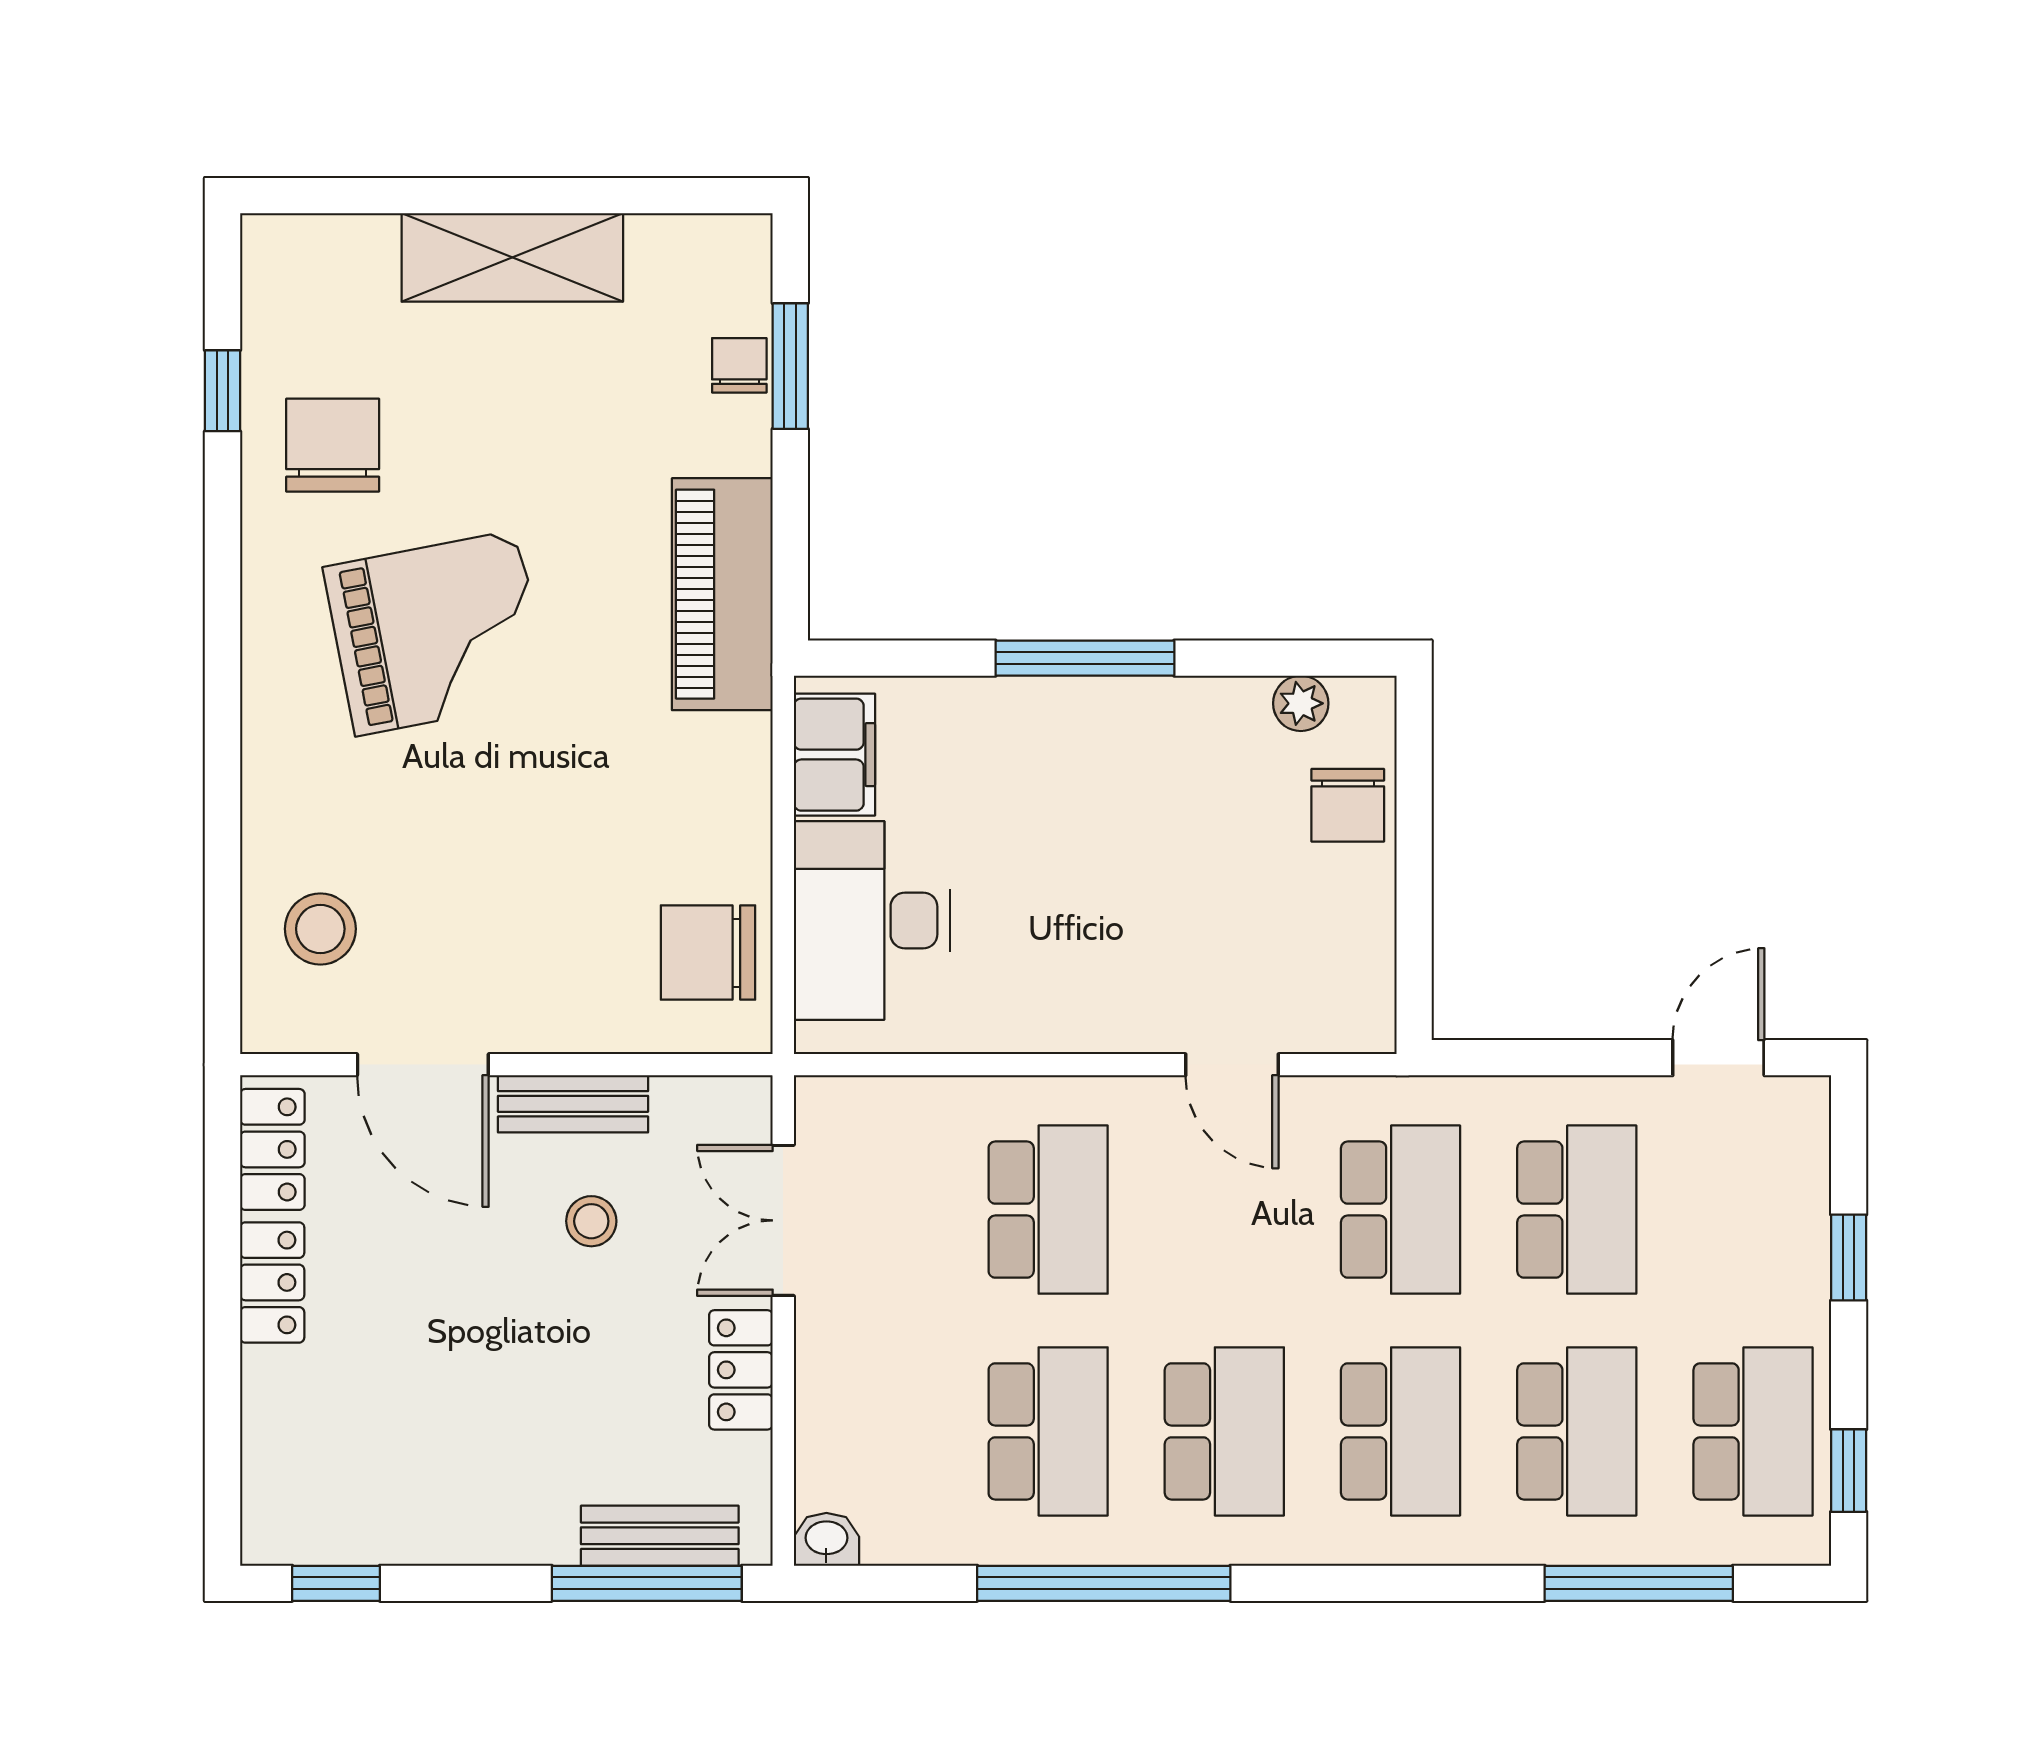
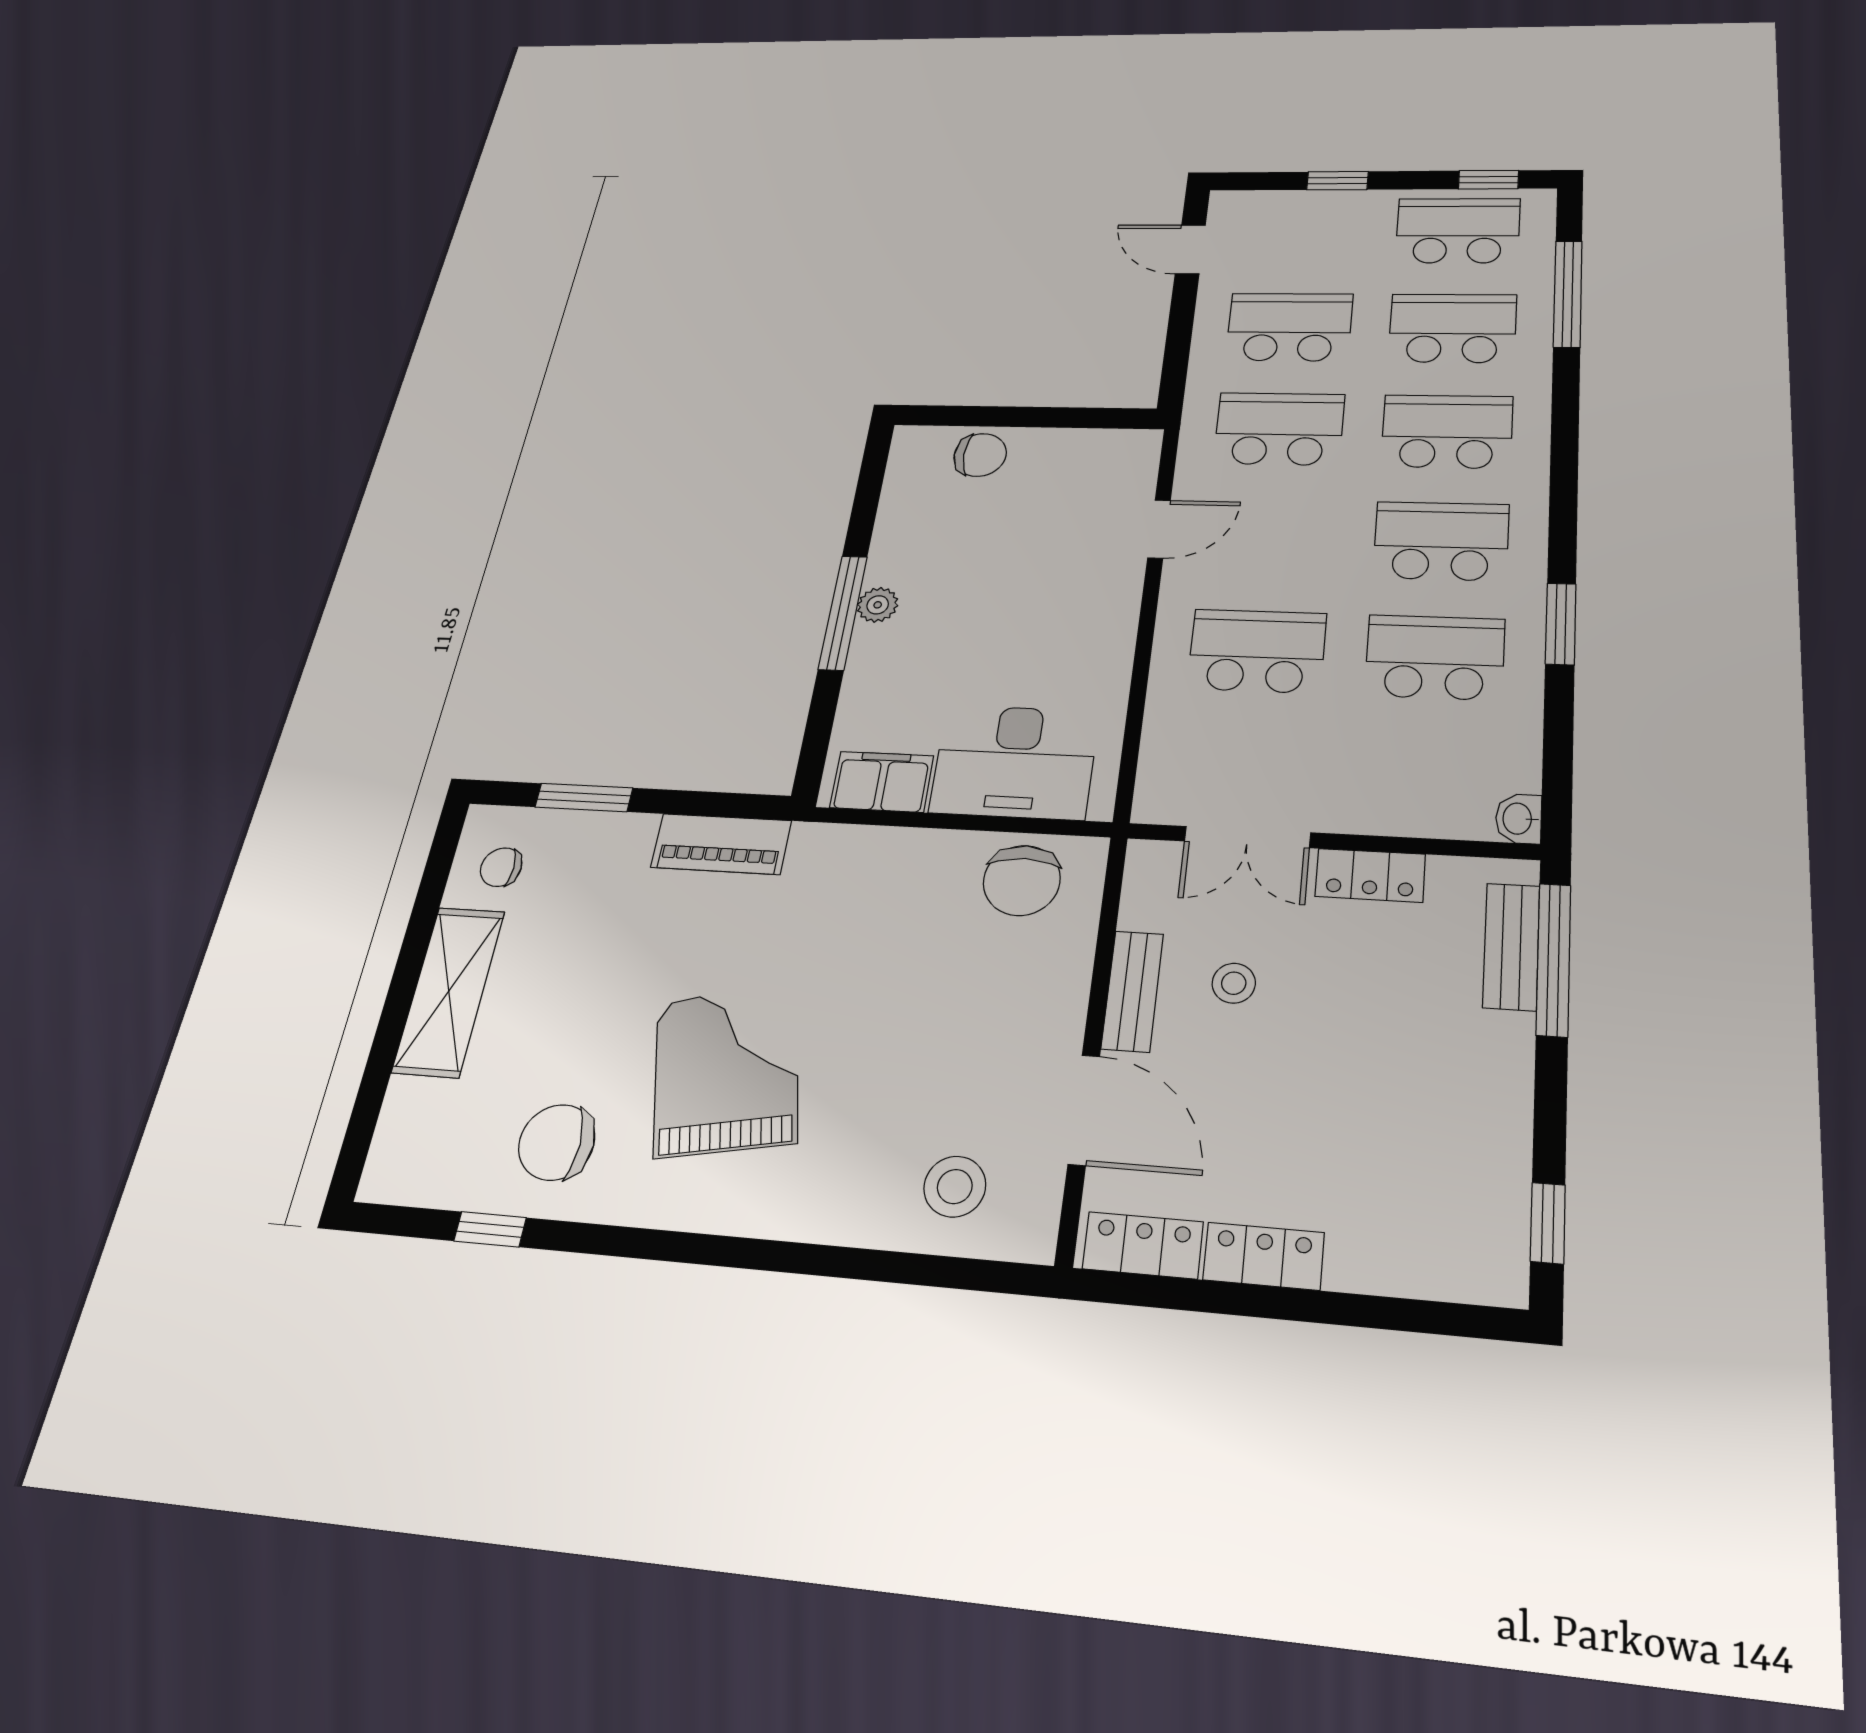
chair: (739, 365) -> (501, 867), moved
piano: (722, 594) -> (721, 844), width x0.73, depth x0.75
plant: (1301, 703) -> (878, 605), moved
door: (423, 1065) -> (1084, 1110), hinge flipped
window: (1104, 1583) -> (1561, 624), width x0.47

